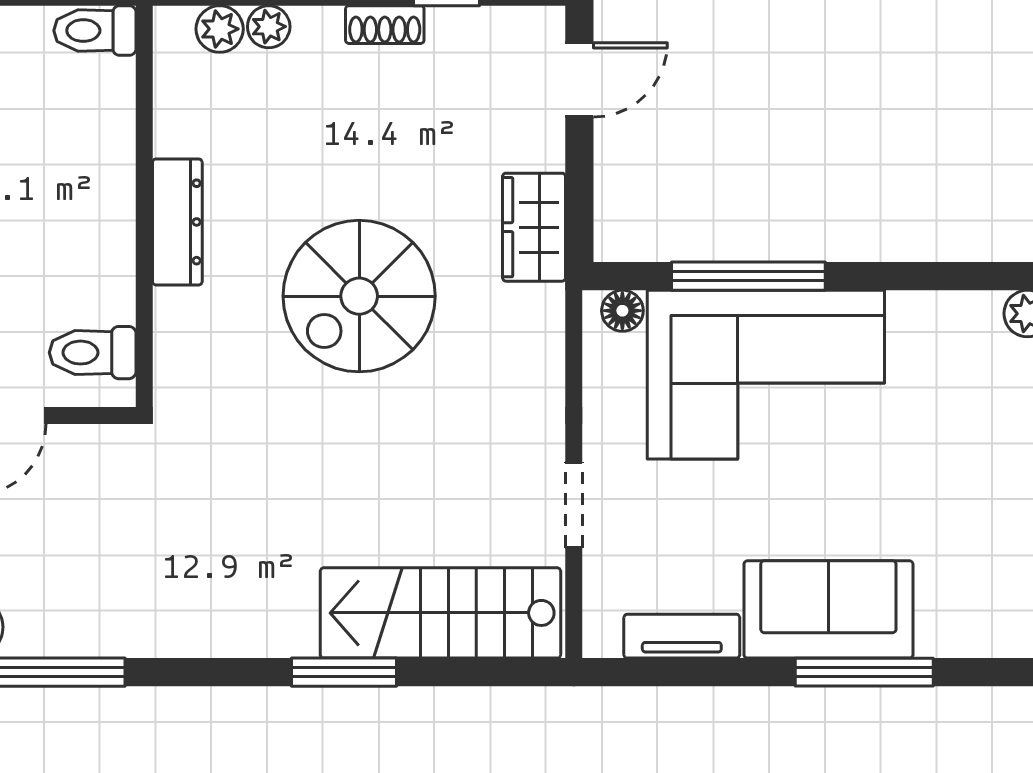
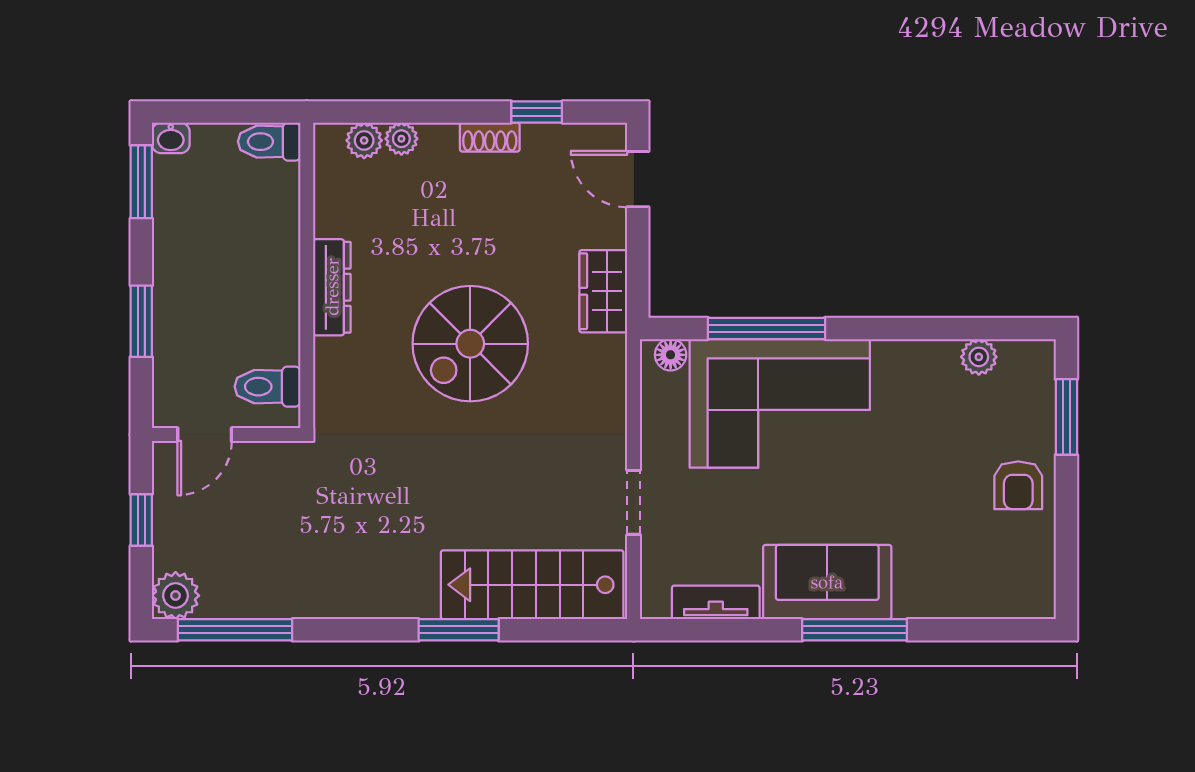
door: (579, 80) -> (638, 179), swing flipped

